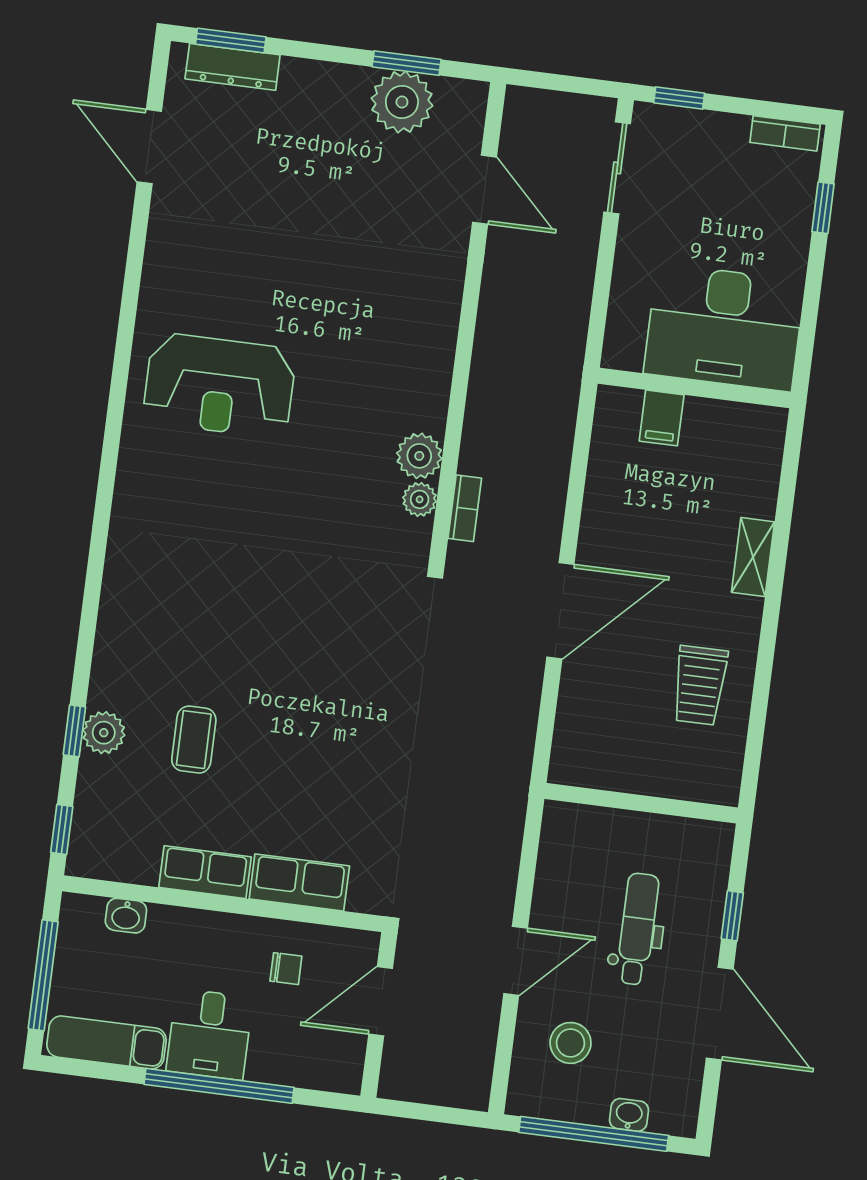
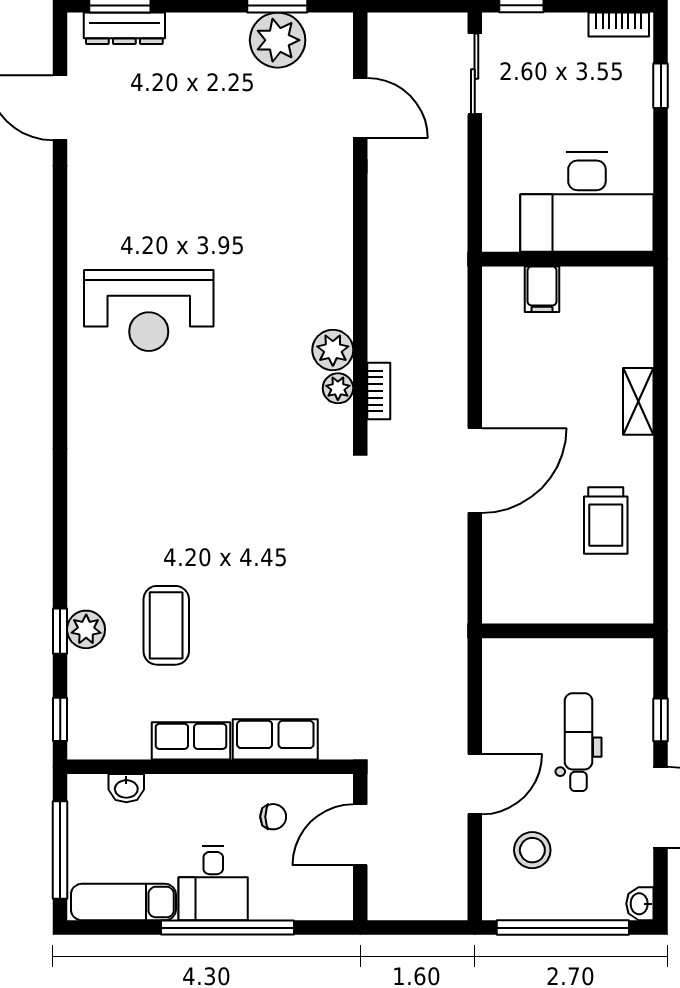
coffee table: (194, 740) -> (166, 625), width x1.36, depth x1.30
washbasin: (629, 1115) -> (640, 904), moved, turned -90

